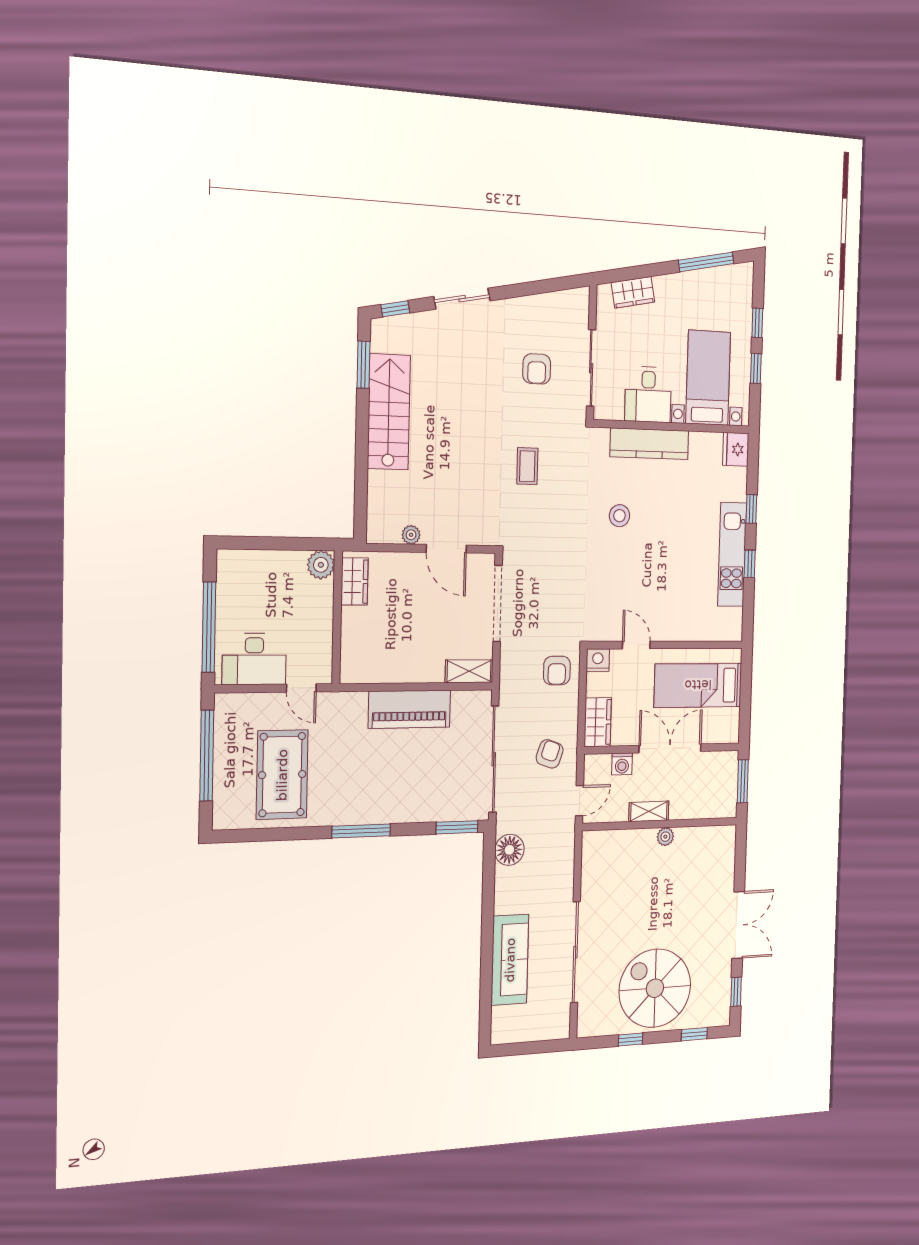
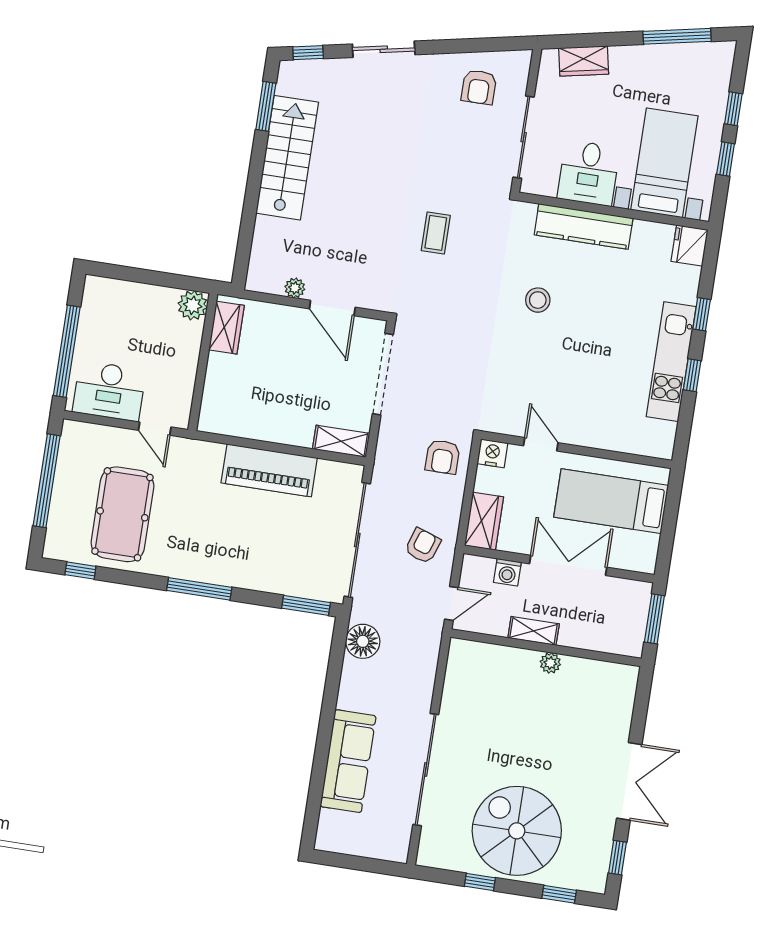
armchair: (537, 369) -> (479, 87), moved
window: (250, 835) -> (80, 571), added

